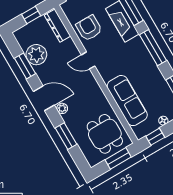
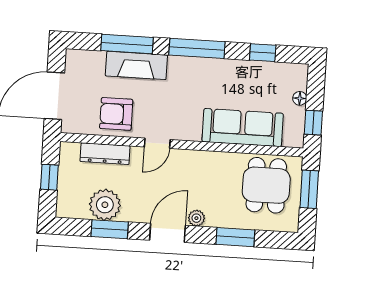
dresser: (57, 26) -> (105, 154), moved
dining table: (105, 134) -> (266, 185), turned 90

